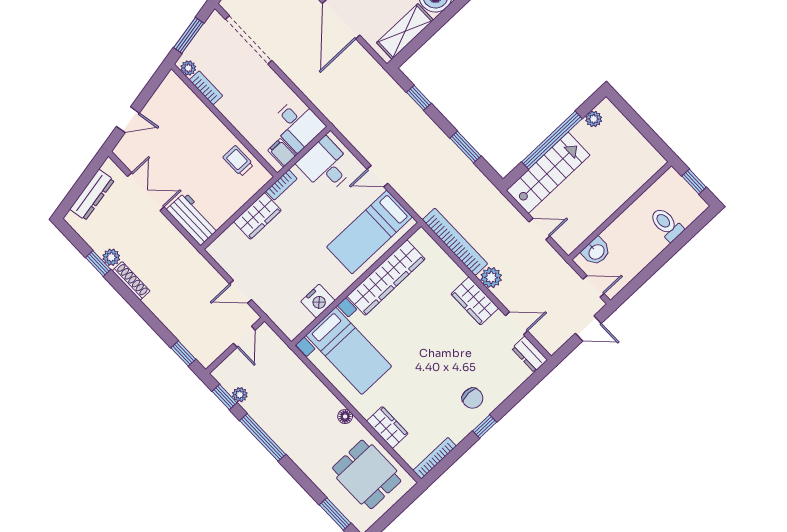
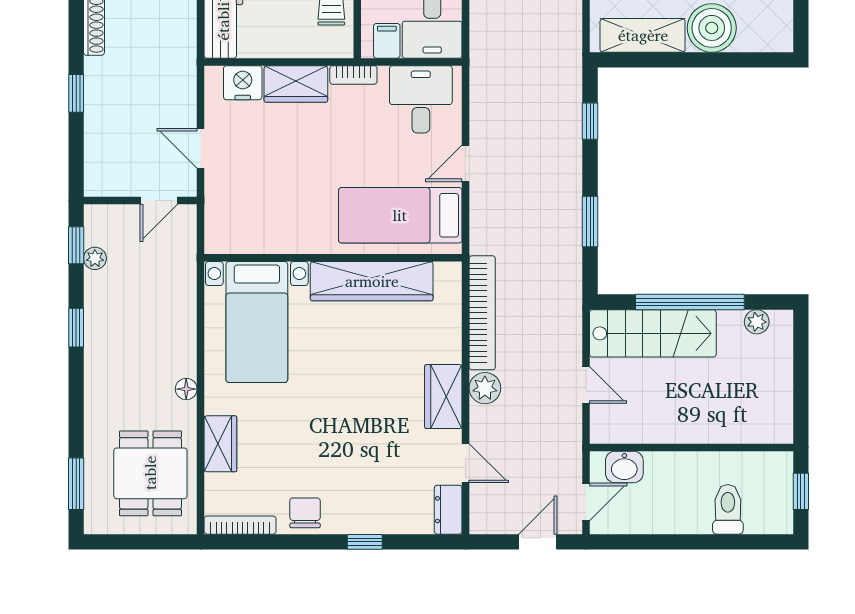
door: (377, 176) -> (466, 163), hinge flipped
door: (594, 286) -> (586, 502), hinge flipped
nightstand: (318, 301) -> (243, 83), moved, turned 180
door: (588, 328) -> (538, 542), swing flipped
window: (183, 353) -> (76, 93), moved
chair: (473, 398) -> (305, 513), moved, turned 180
window: (485, 426) -> (365, 542), moved
window: (263, 437) -> (76, 328), width x0.46

